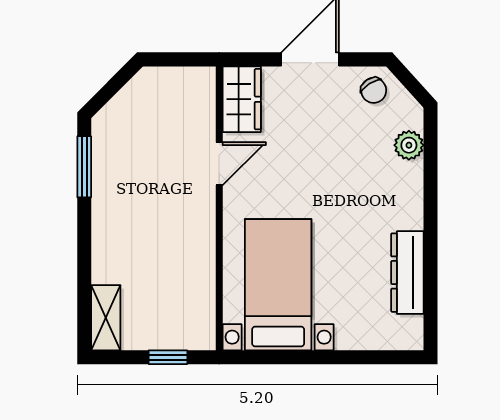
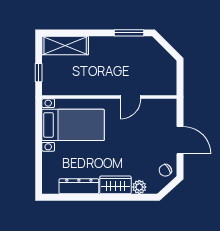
wardrobe: (242, 99) -> (115, 185), moved, turned 180
door: (219, 164) -> (130, 97), hinge flipped
shelving: (106, 318) -> (65, 45), width x1.50, depth x1.33

